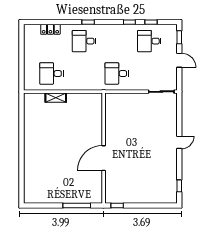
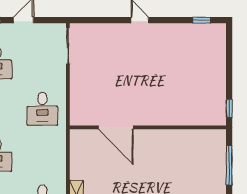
door: (104, 158) -> (116, 127), moved

